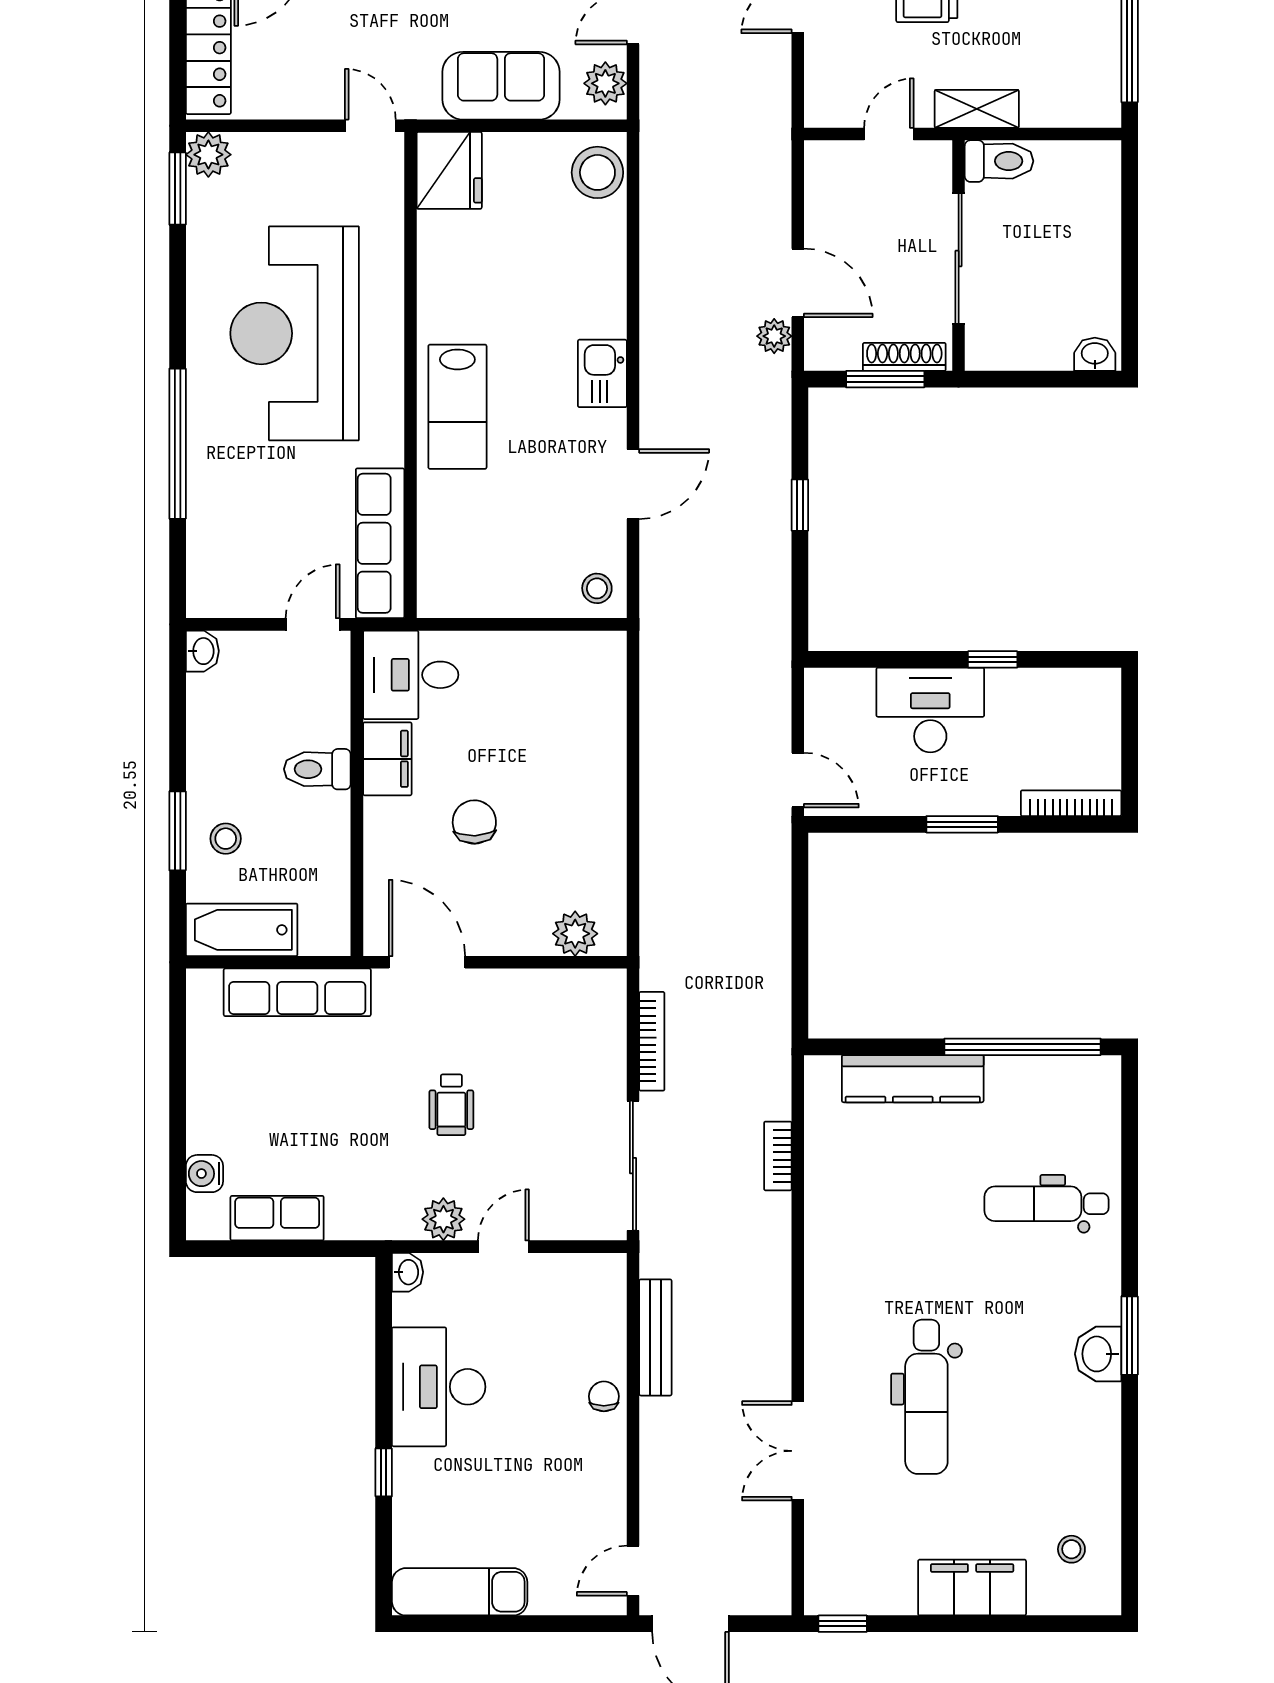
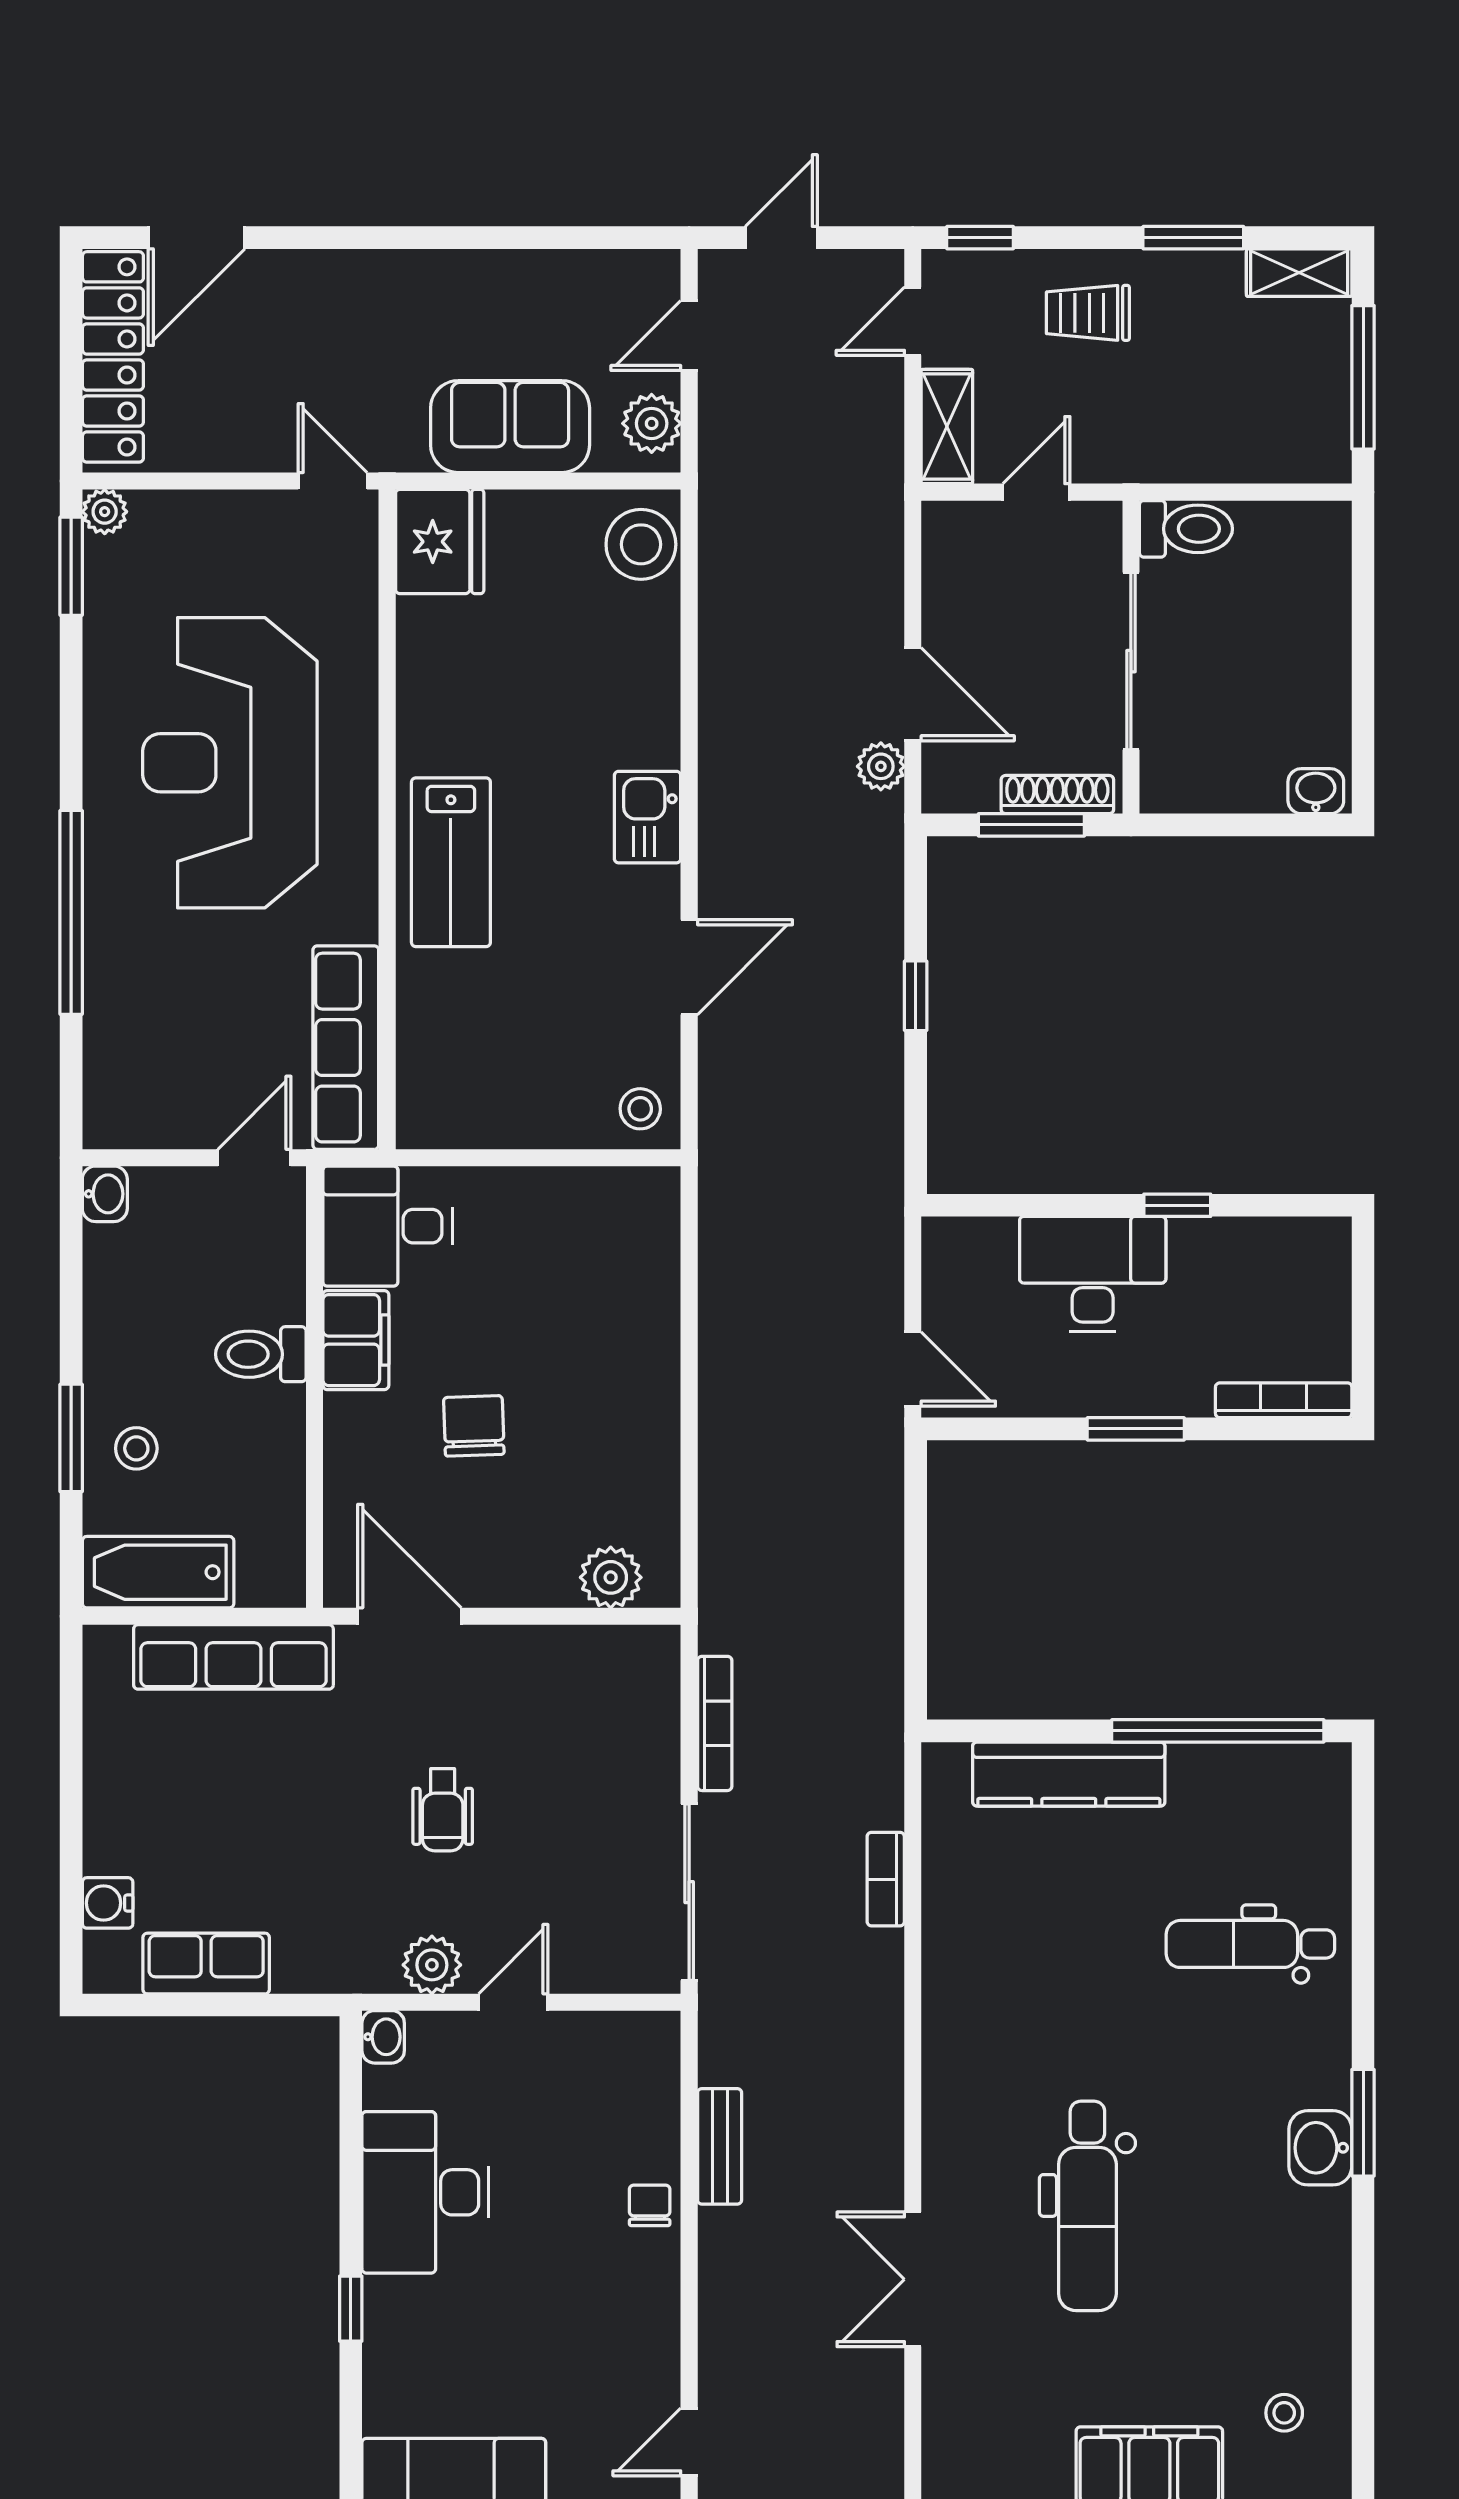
shelving: (977, 109) -> (947, 427), moved, turned 90
plant: (208, 155) -> (105, 512), width x0.73, depth x0.73
bench: (655, 1337) -> (720, 2146), width x0.73

